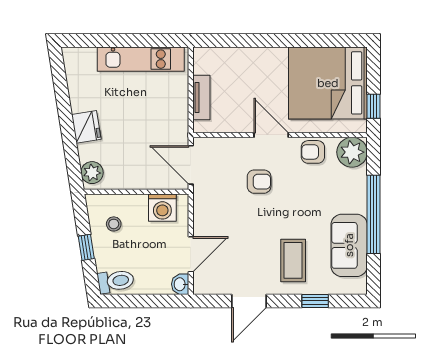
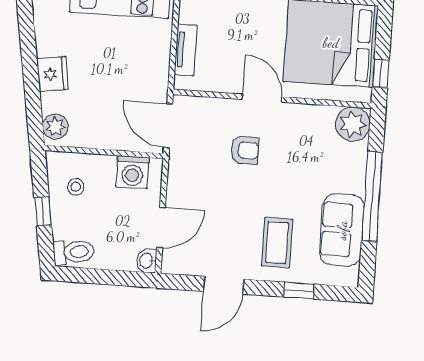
armchair: (313, 152) -> (308, 121), removed

